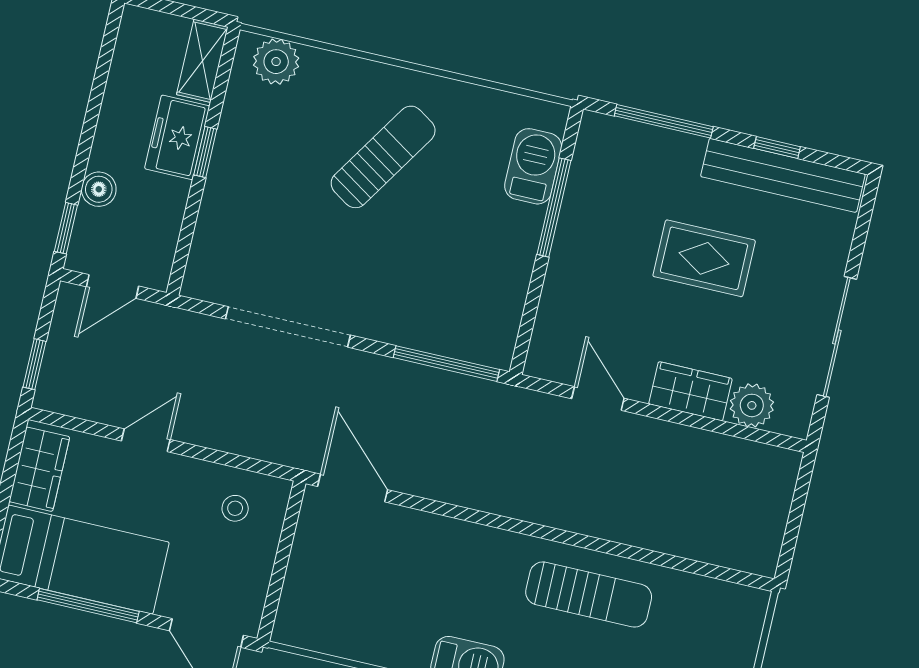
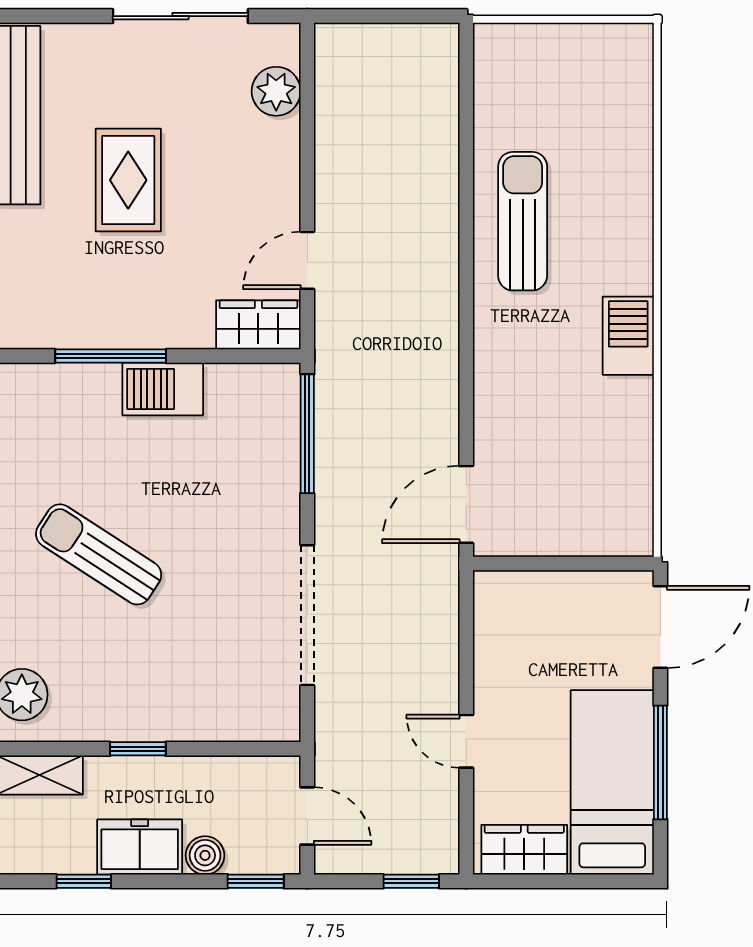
window: (101, 78) -> (84, 881), added
freezer: (177, 137) -> (140, 847), moved, turned 180
barbecue: (533, 166) -> (163, 389), moved
wardrobe: (690, 391) -> (258, 325), moved, turned 90
stool: (235, 508) -> (518, 627), removed

